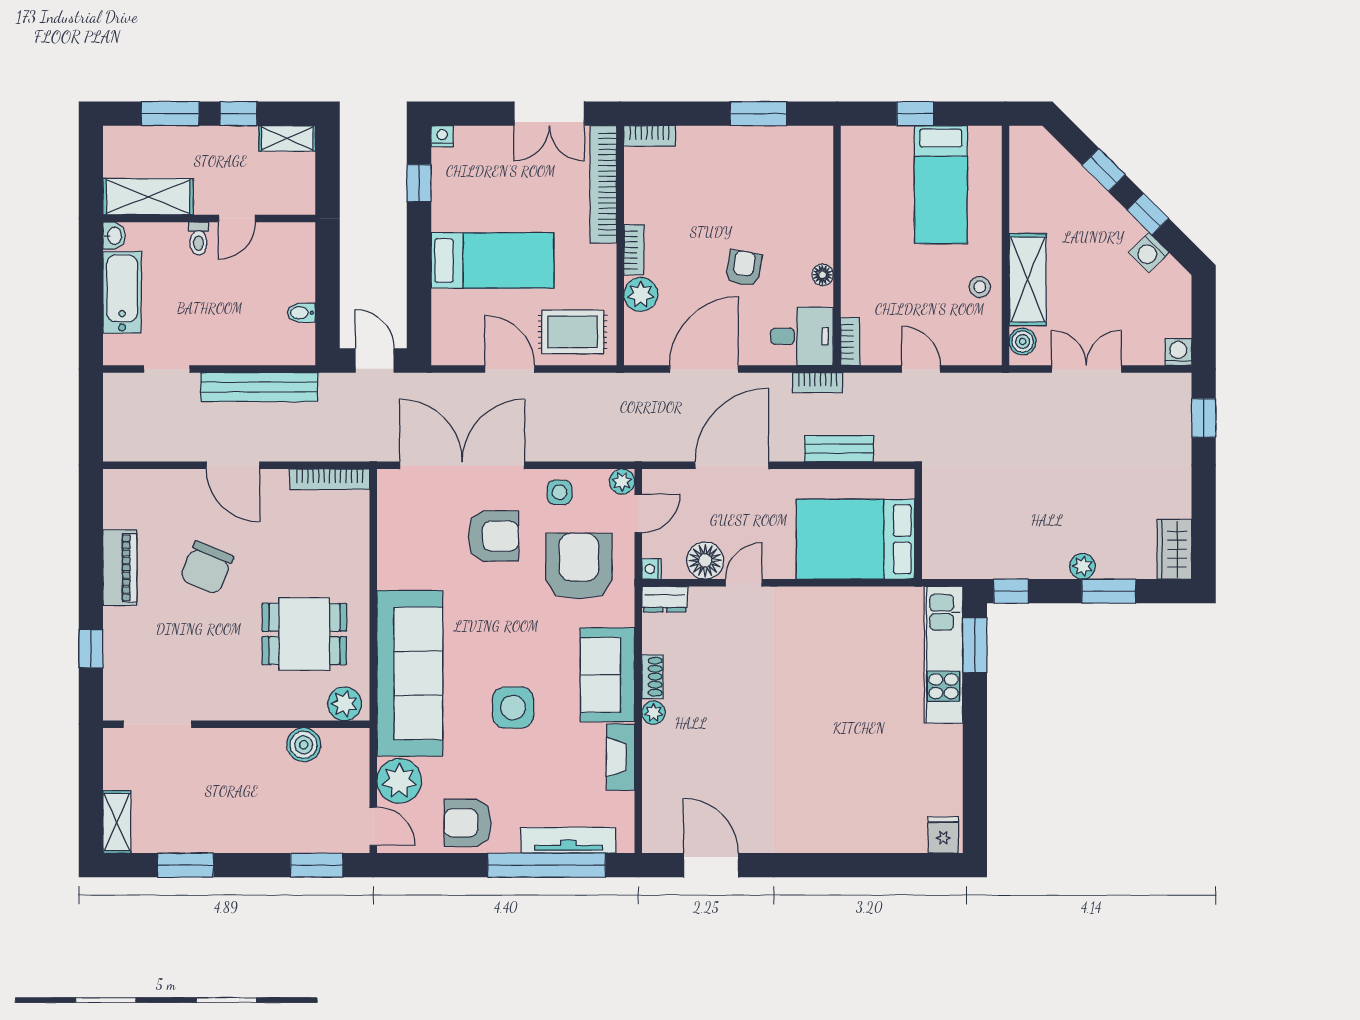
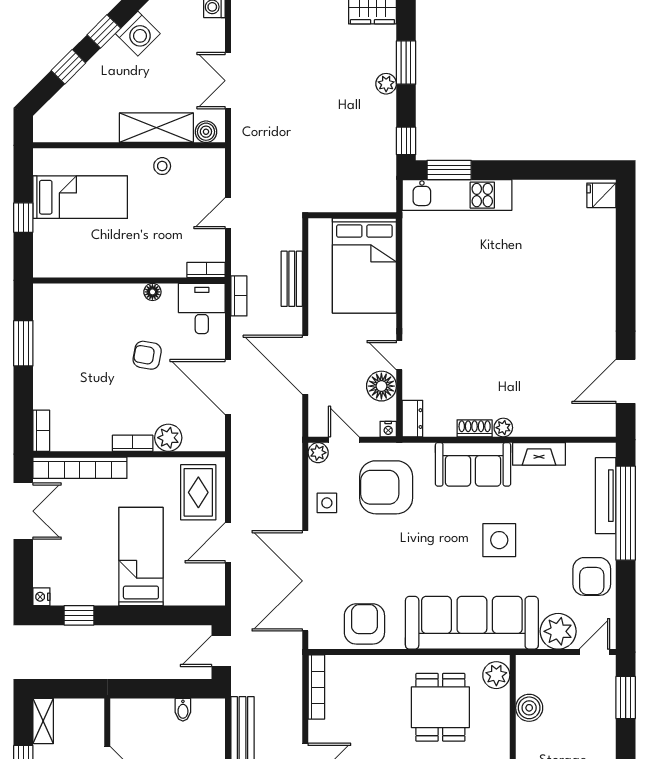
washing machine: (1149, 253) -> (138, 34), width x1.38, depth x1.38
armchair: (493, 536) -> (364, 624), moved

